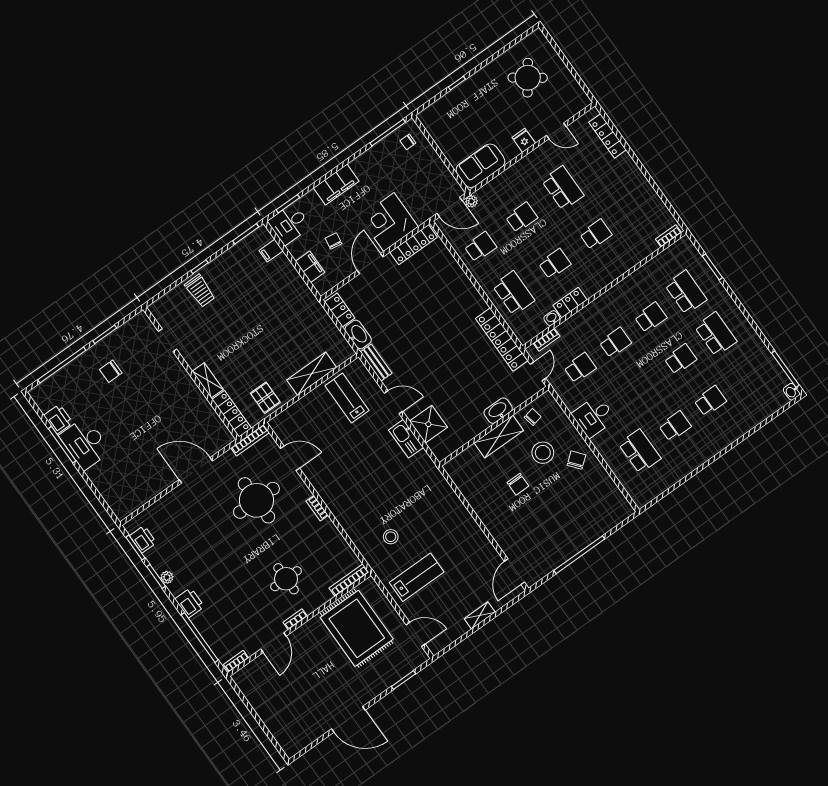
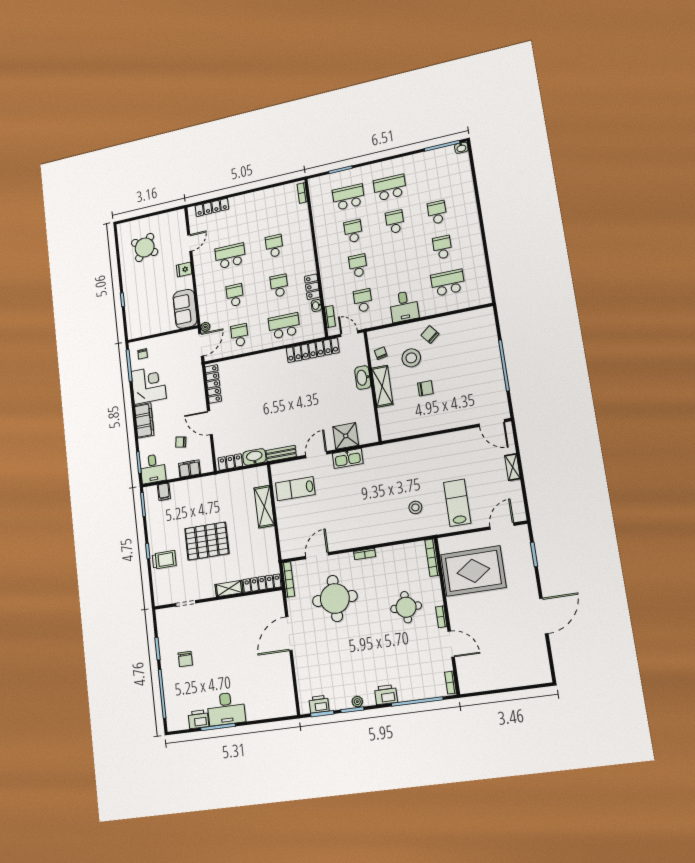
corner desk: (389, 222) -> (149, 385), moved, turned 180
pallet: (265, 398) -> (207, 541), moved, width x2.05, depth x2.00

